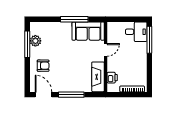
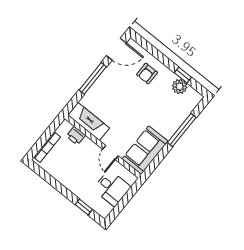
window: (74, 19) -> (182, 130), moved
desk: (136, 32) -> (112, 188), moved, turned -90
window: (149, 40) -> (84, 207), width x0.46
window: (27, 44) -> (183, 75), width x0.46

